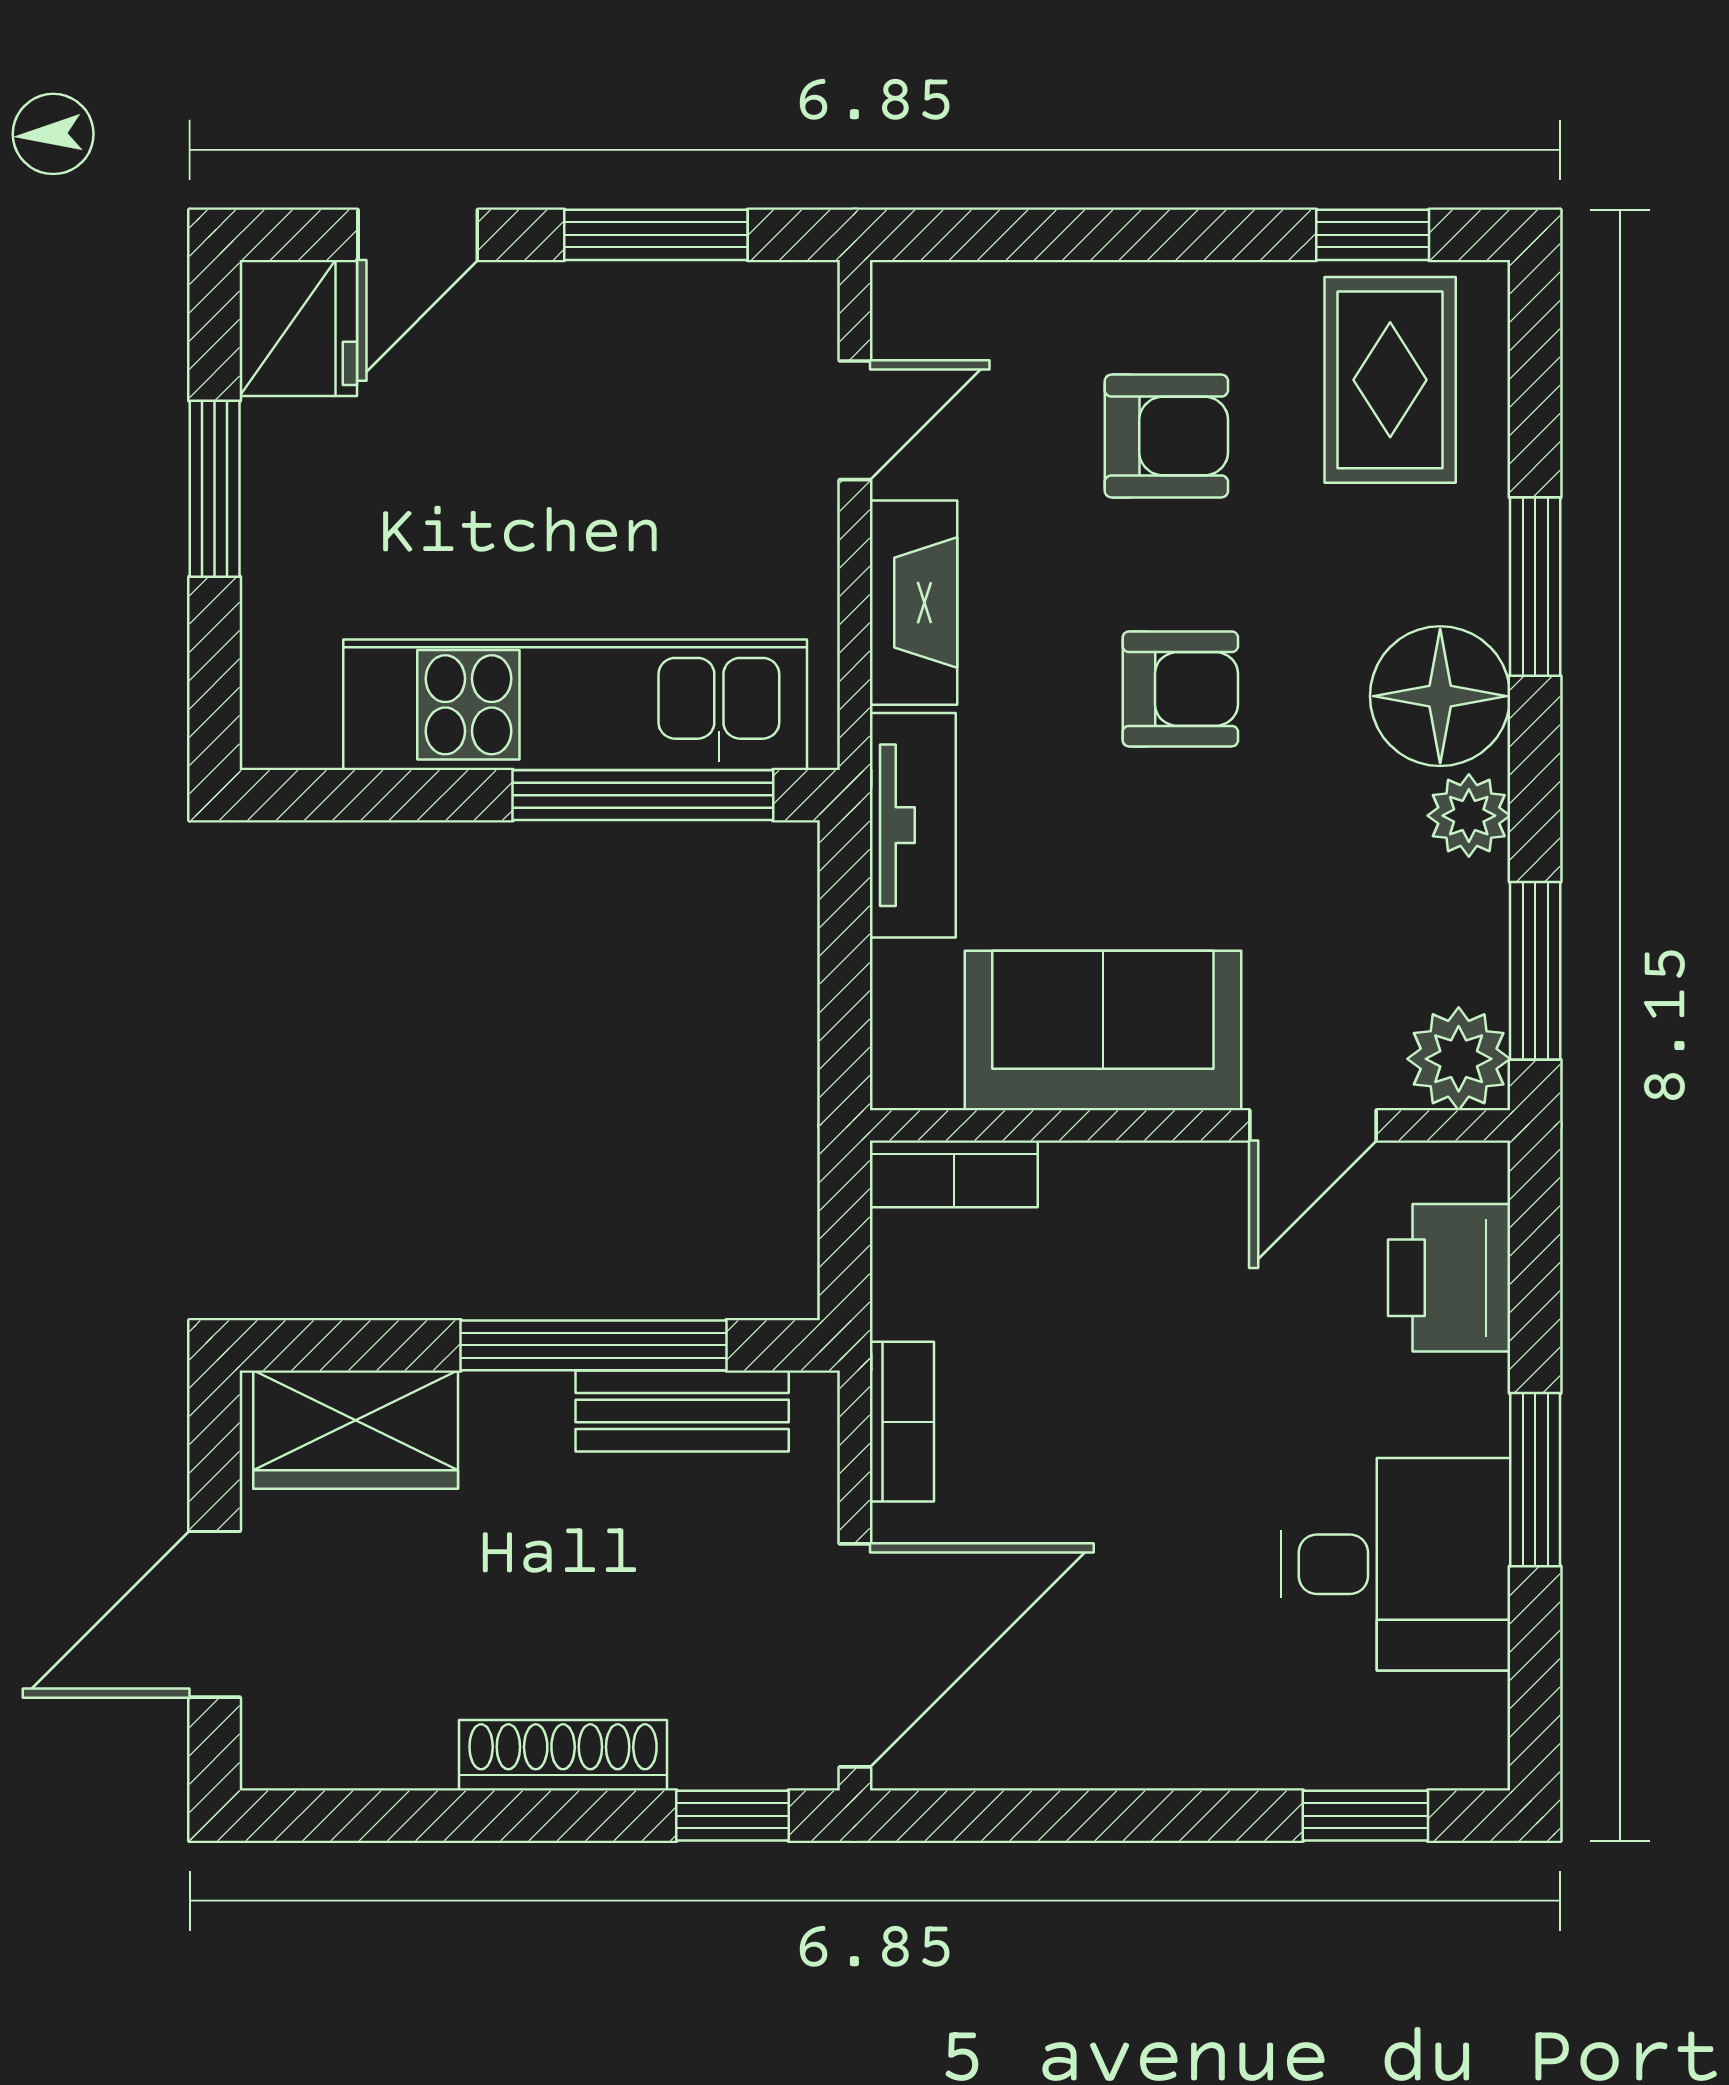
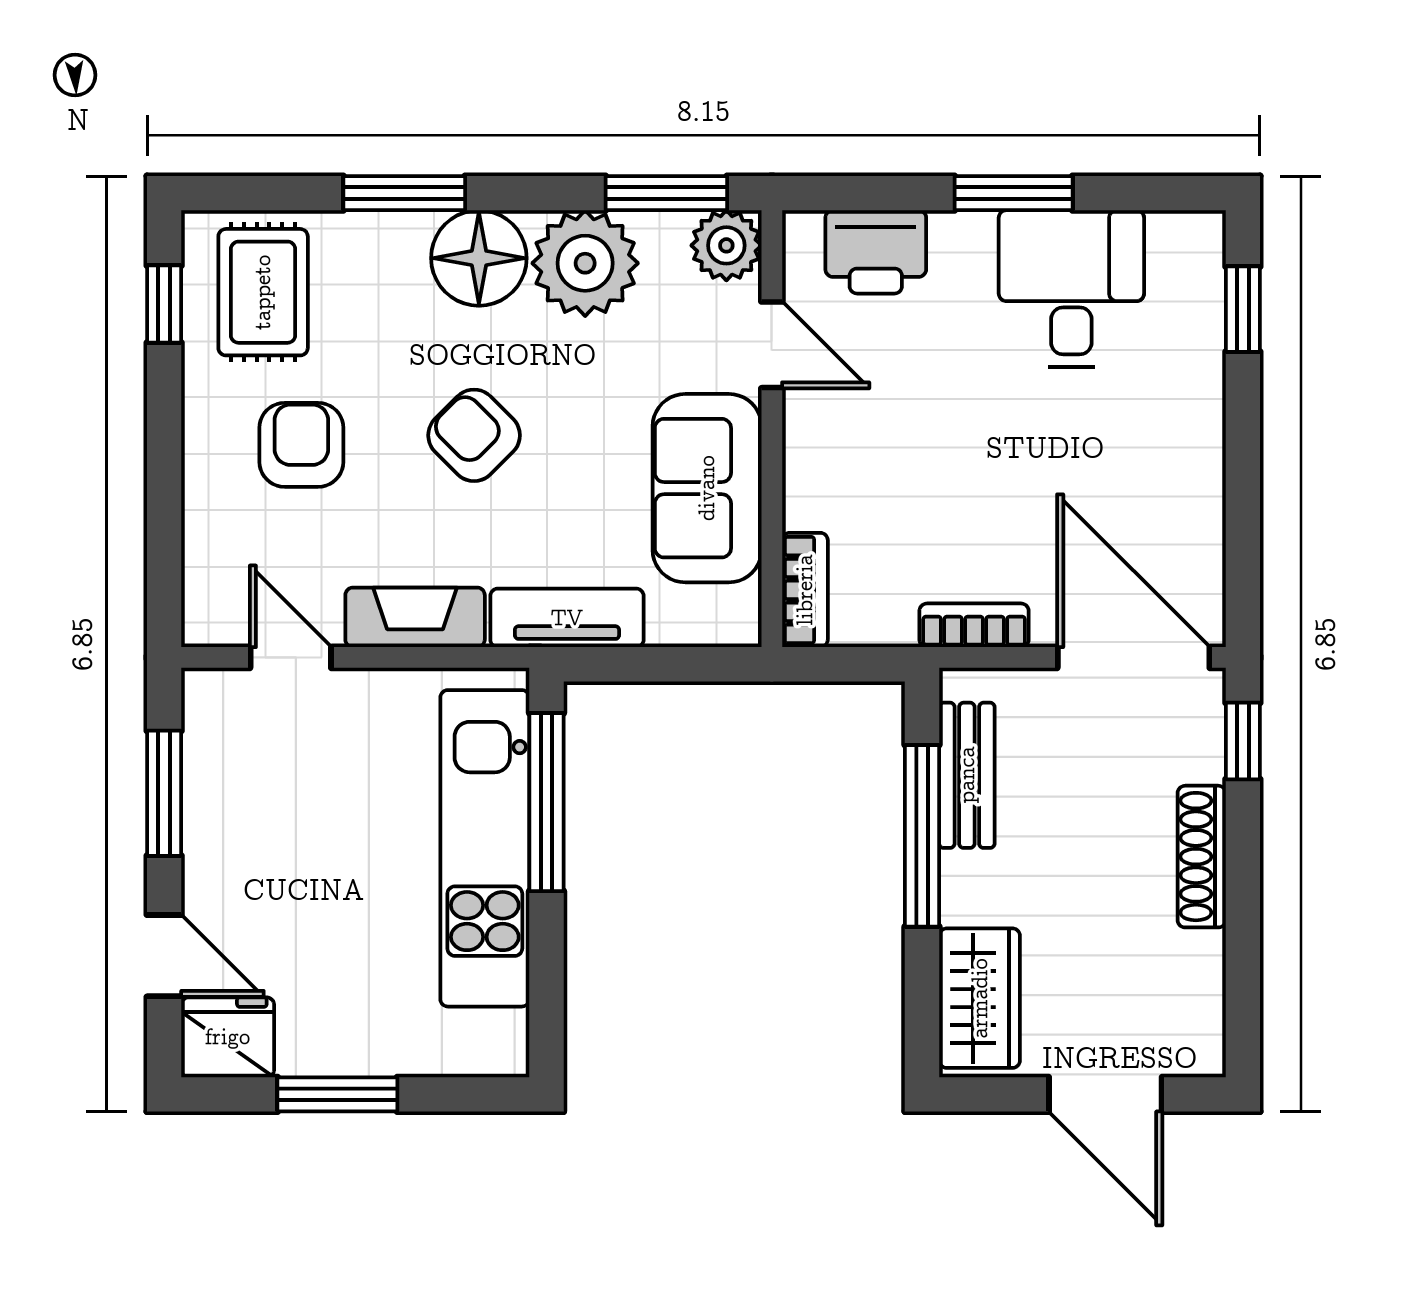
rug: (1390, 380) -> (263, 292), turned 90
armchair: (1180, 689) -> (474, 435), turned -45
plant: (1469, 816) -> (585, 263), width x1.87, depth x1.87

